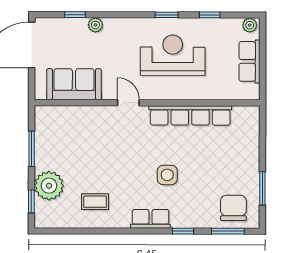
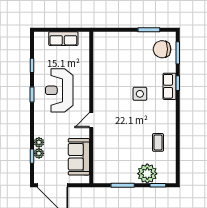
plant: (250, 25) -> (39, 153), moved
row of seats: (190, 115) -> (100, 78), removed
row of seats: (150, 219) -> (170, 86), moved

